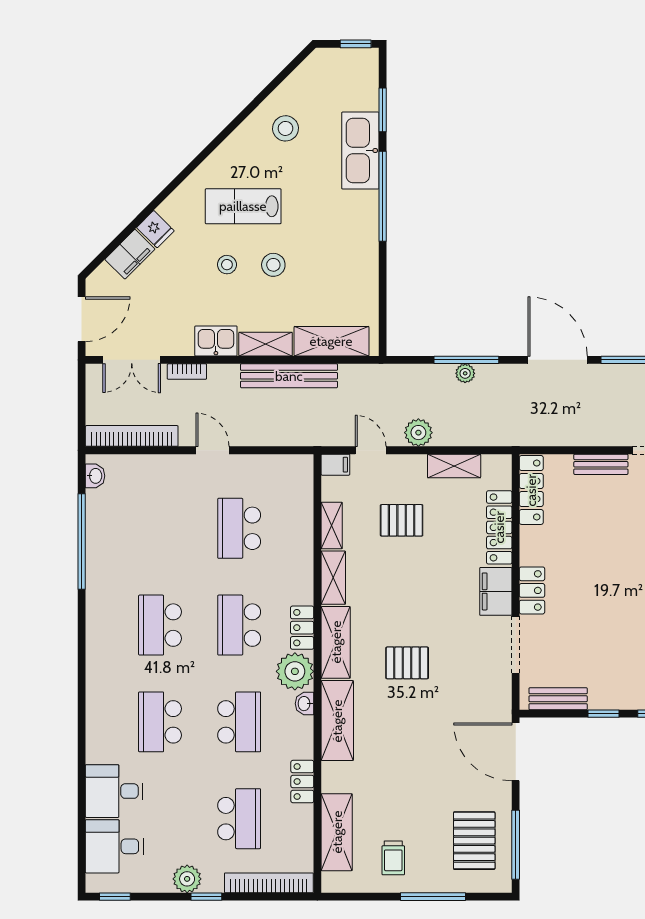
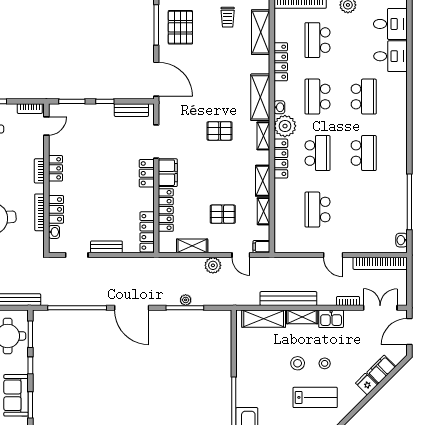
school desk: (239, 528) -> (318, 210), turned 180
locker: (302, 628) -> (281, 159), width x1.53
shelving: (336, 642) -> (263, 136), width x0.67, depth x0.75
locker: (302, 782) -> (281, 62), width x1.53
trolley: (393, 858) -> (228, 17), turned 180

